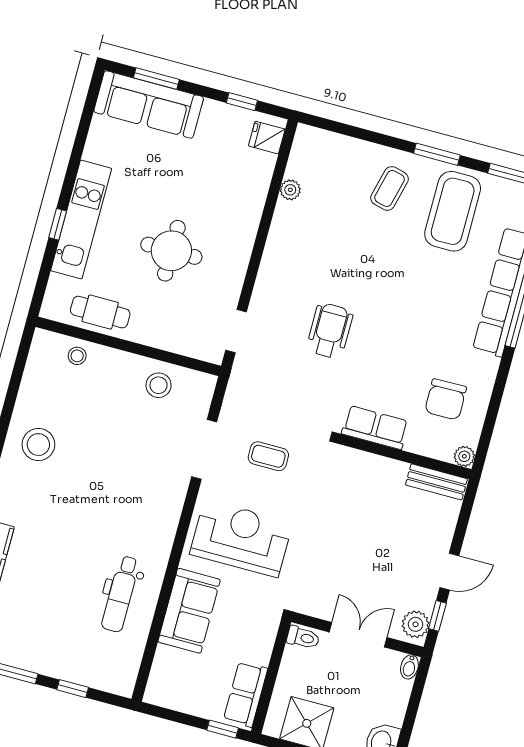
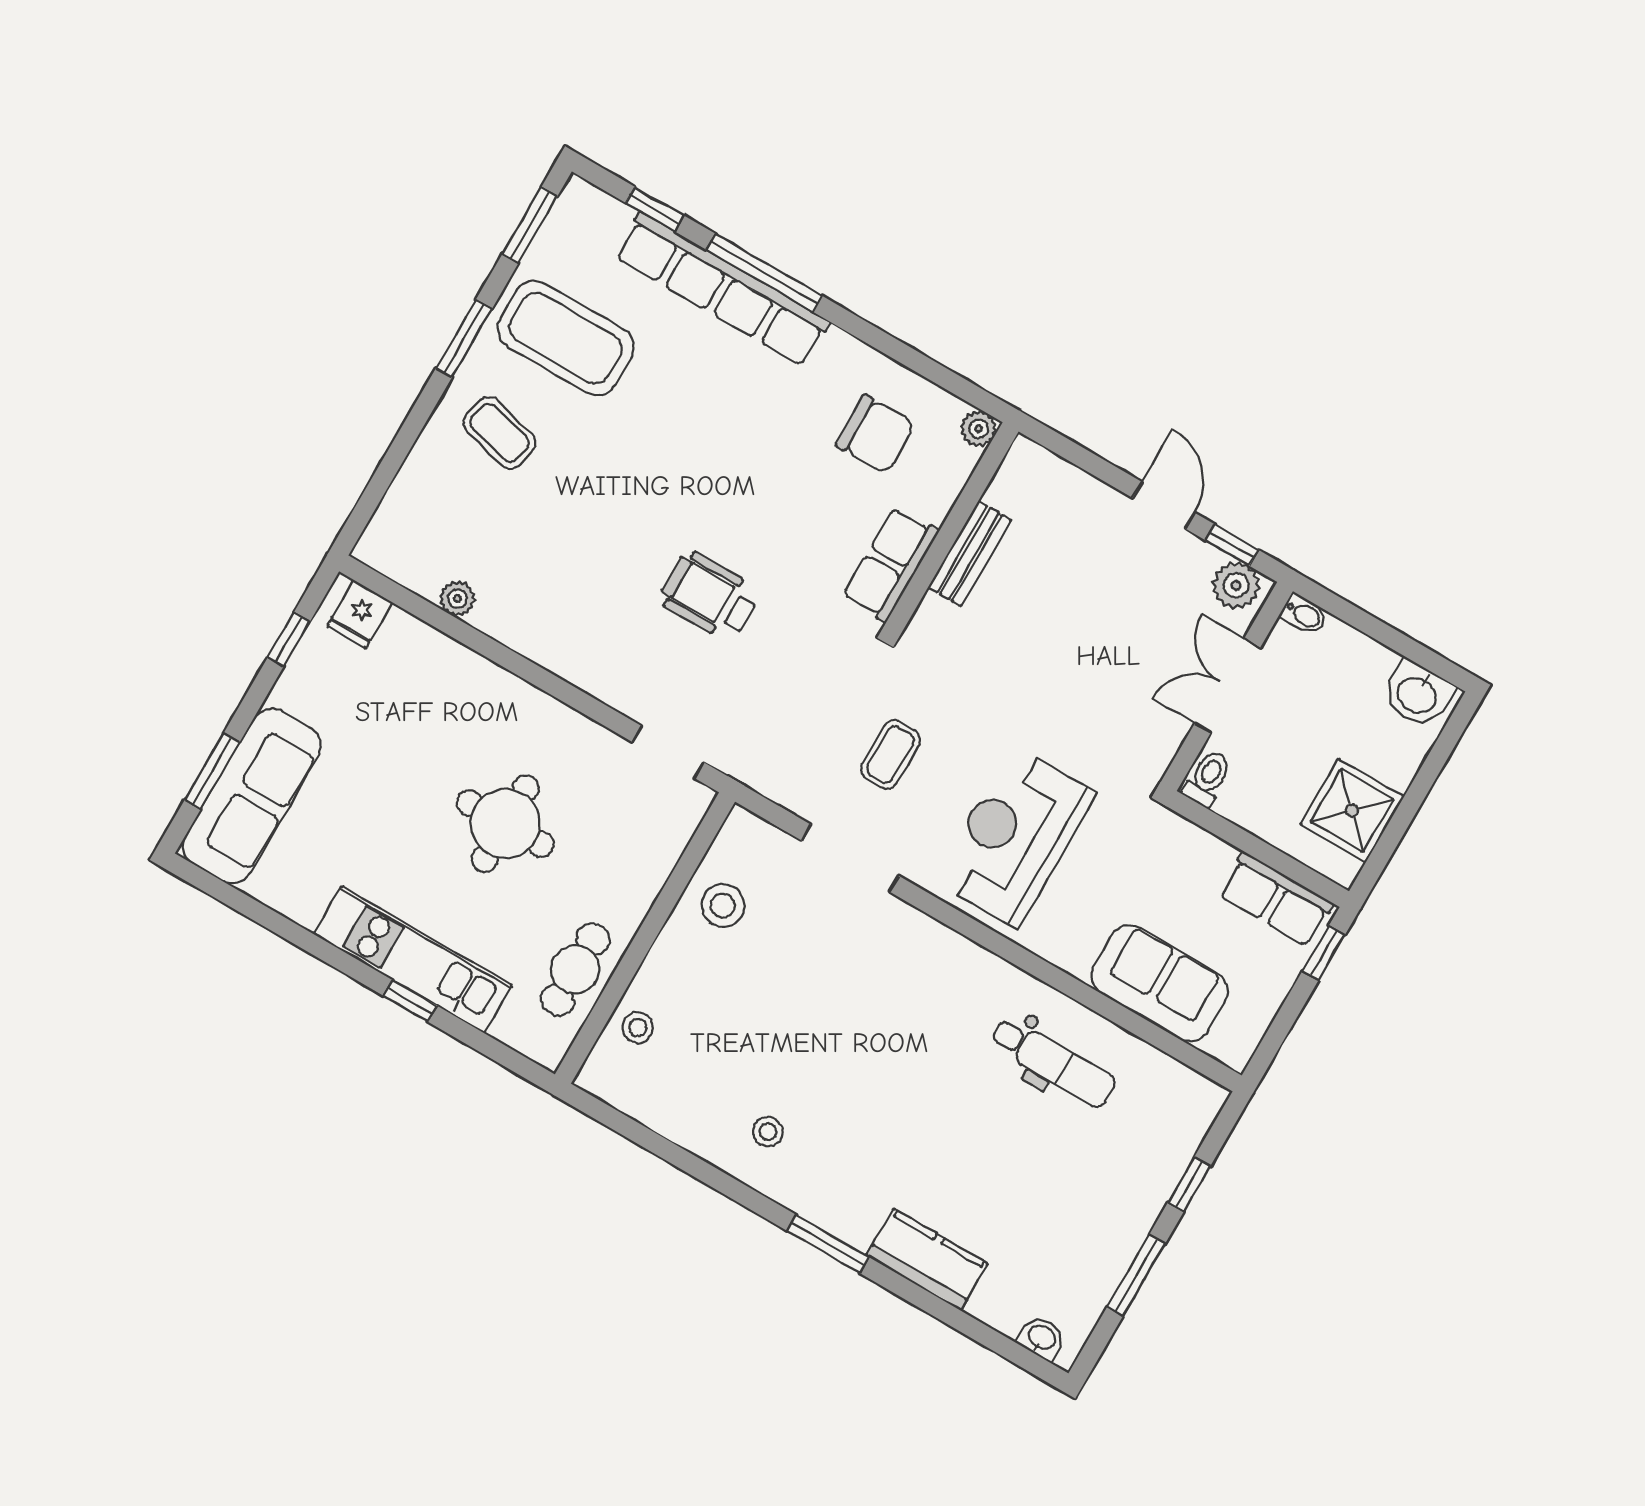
stool: (38, 445) -> (768, 1132), width x0.53, depth x0.53
bench: (436, 482) -> (970, 554), moved
sofa: (189, 611) -> (1160, 983), moved

